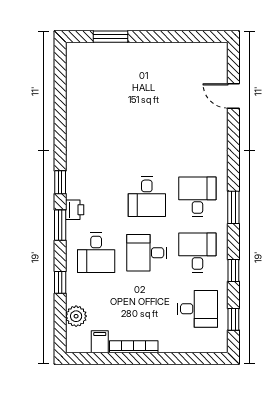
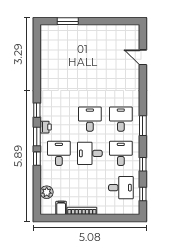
desk: (147, 197) -> (90, 119), turned 180
desk: (96, 253) -> (59, 153), turned 180
window: (60, 282) -> (37, 159), moved

